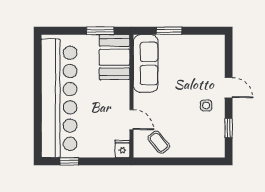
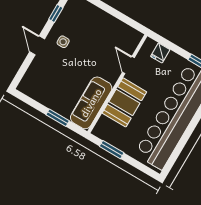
booth: (115, 57) -> (124, 102), moved
coffee table: (159, 142) -> (117, 35), removed
fridge: (122, 149) -> (160, 53), moved

